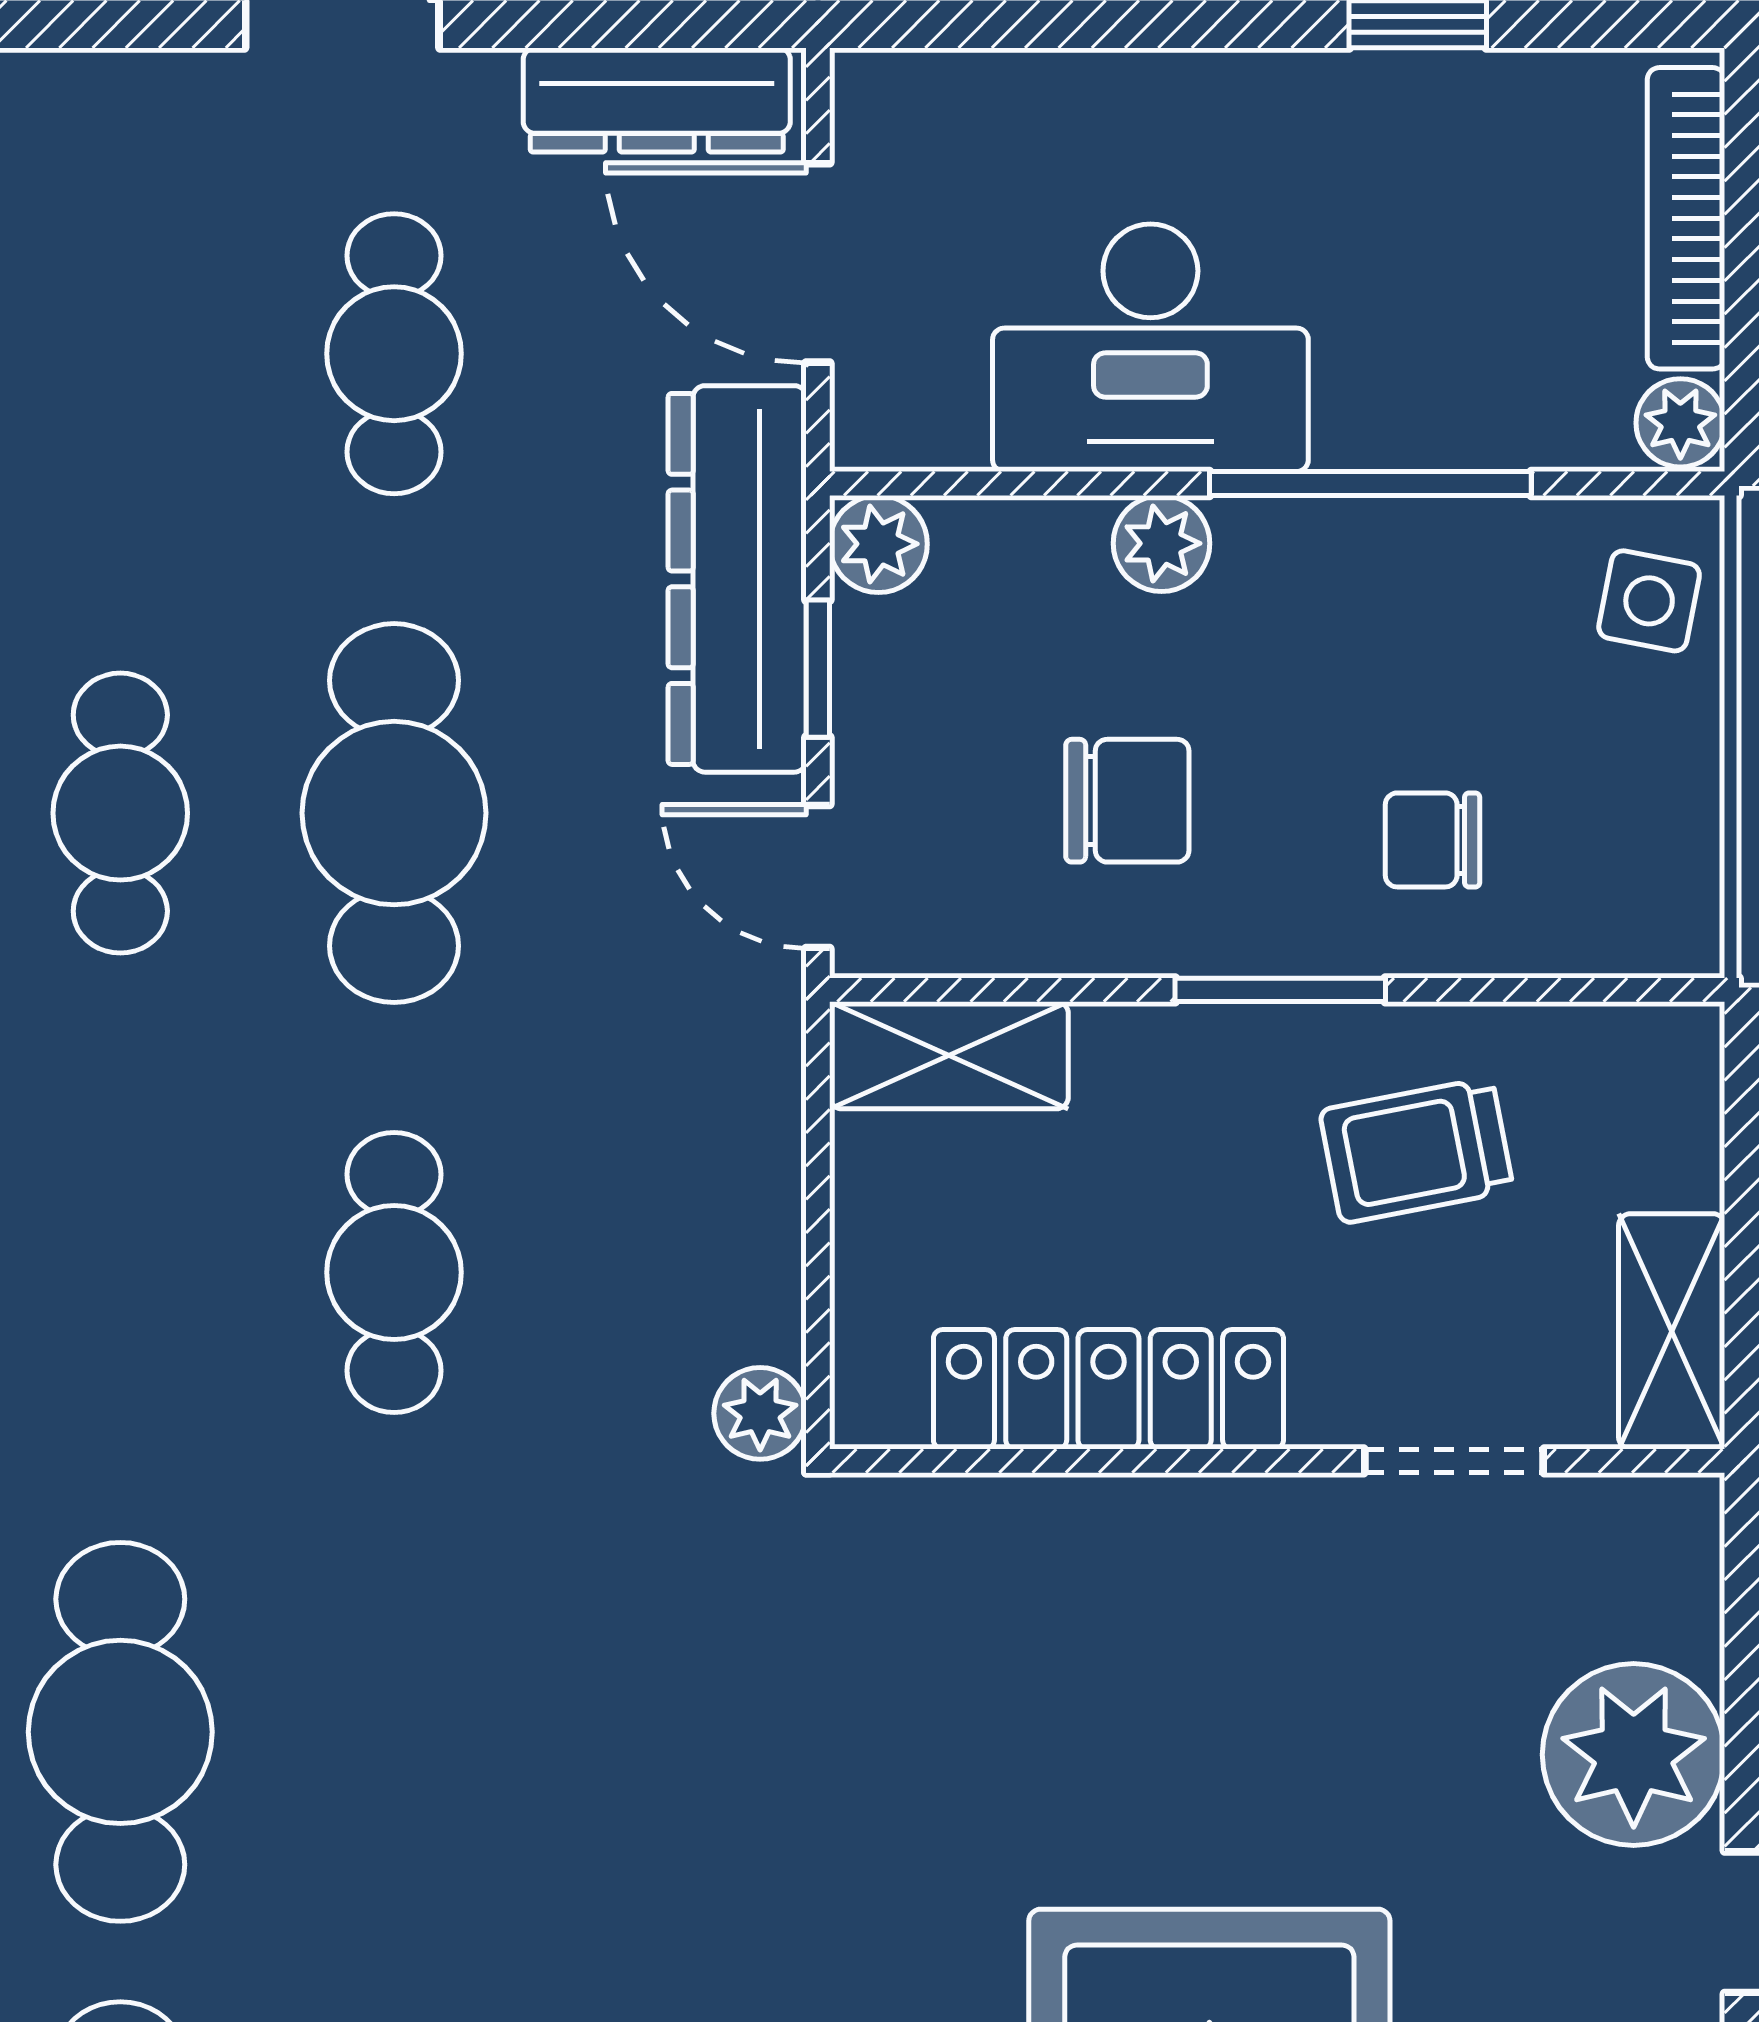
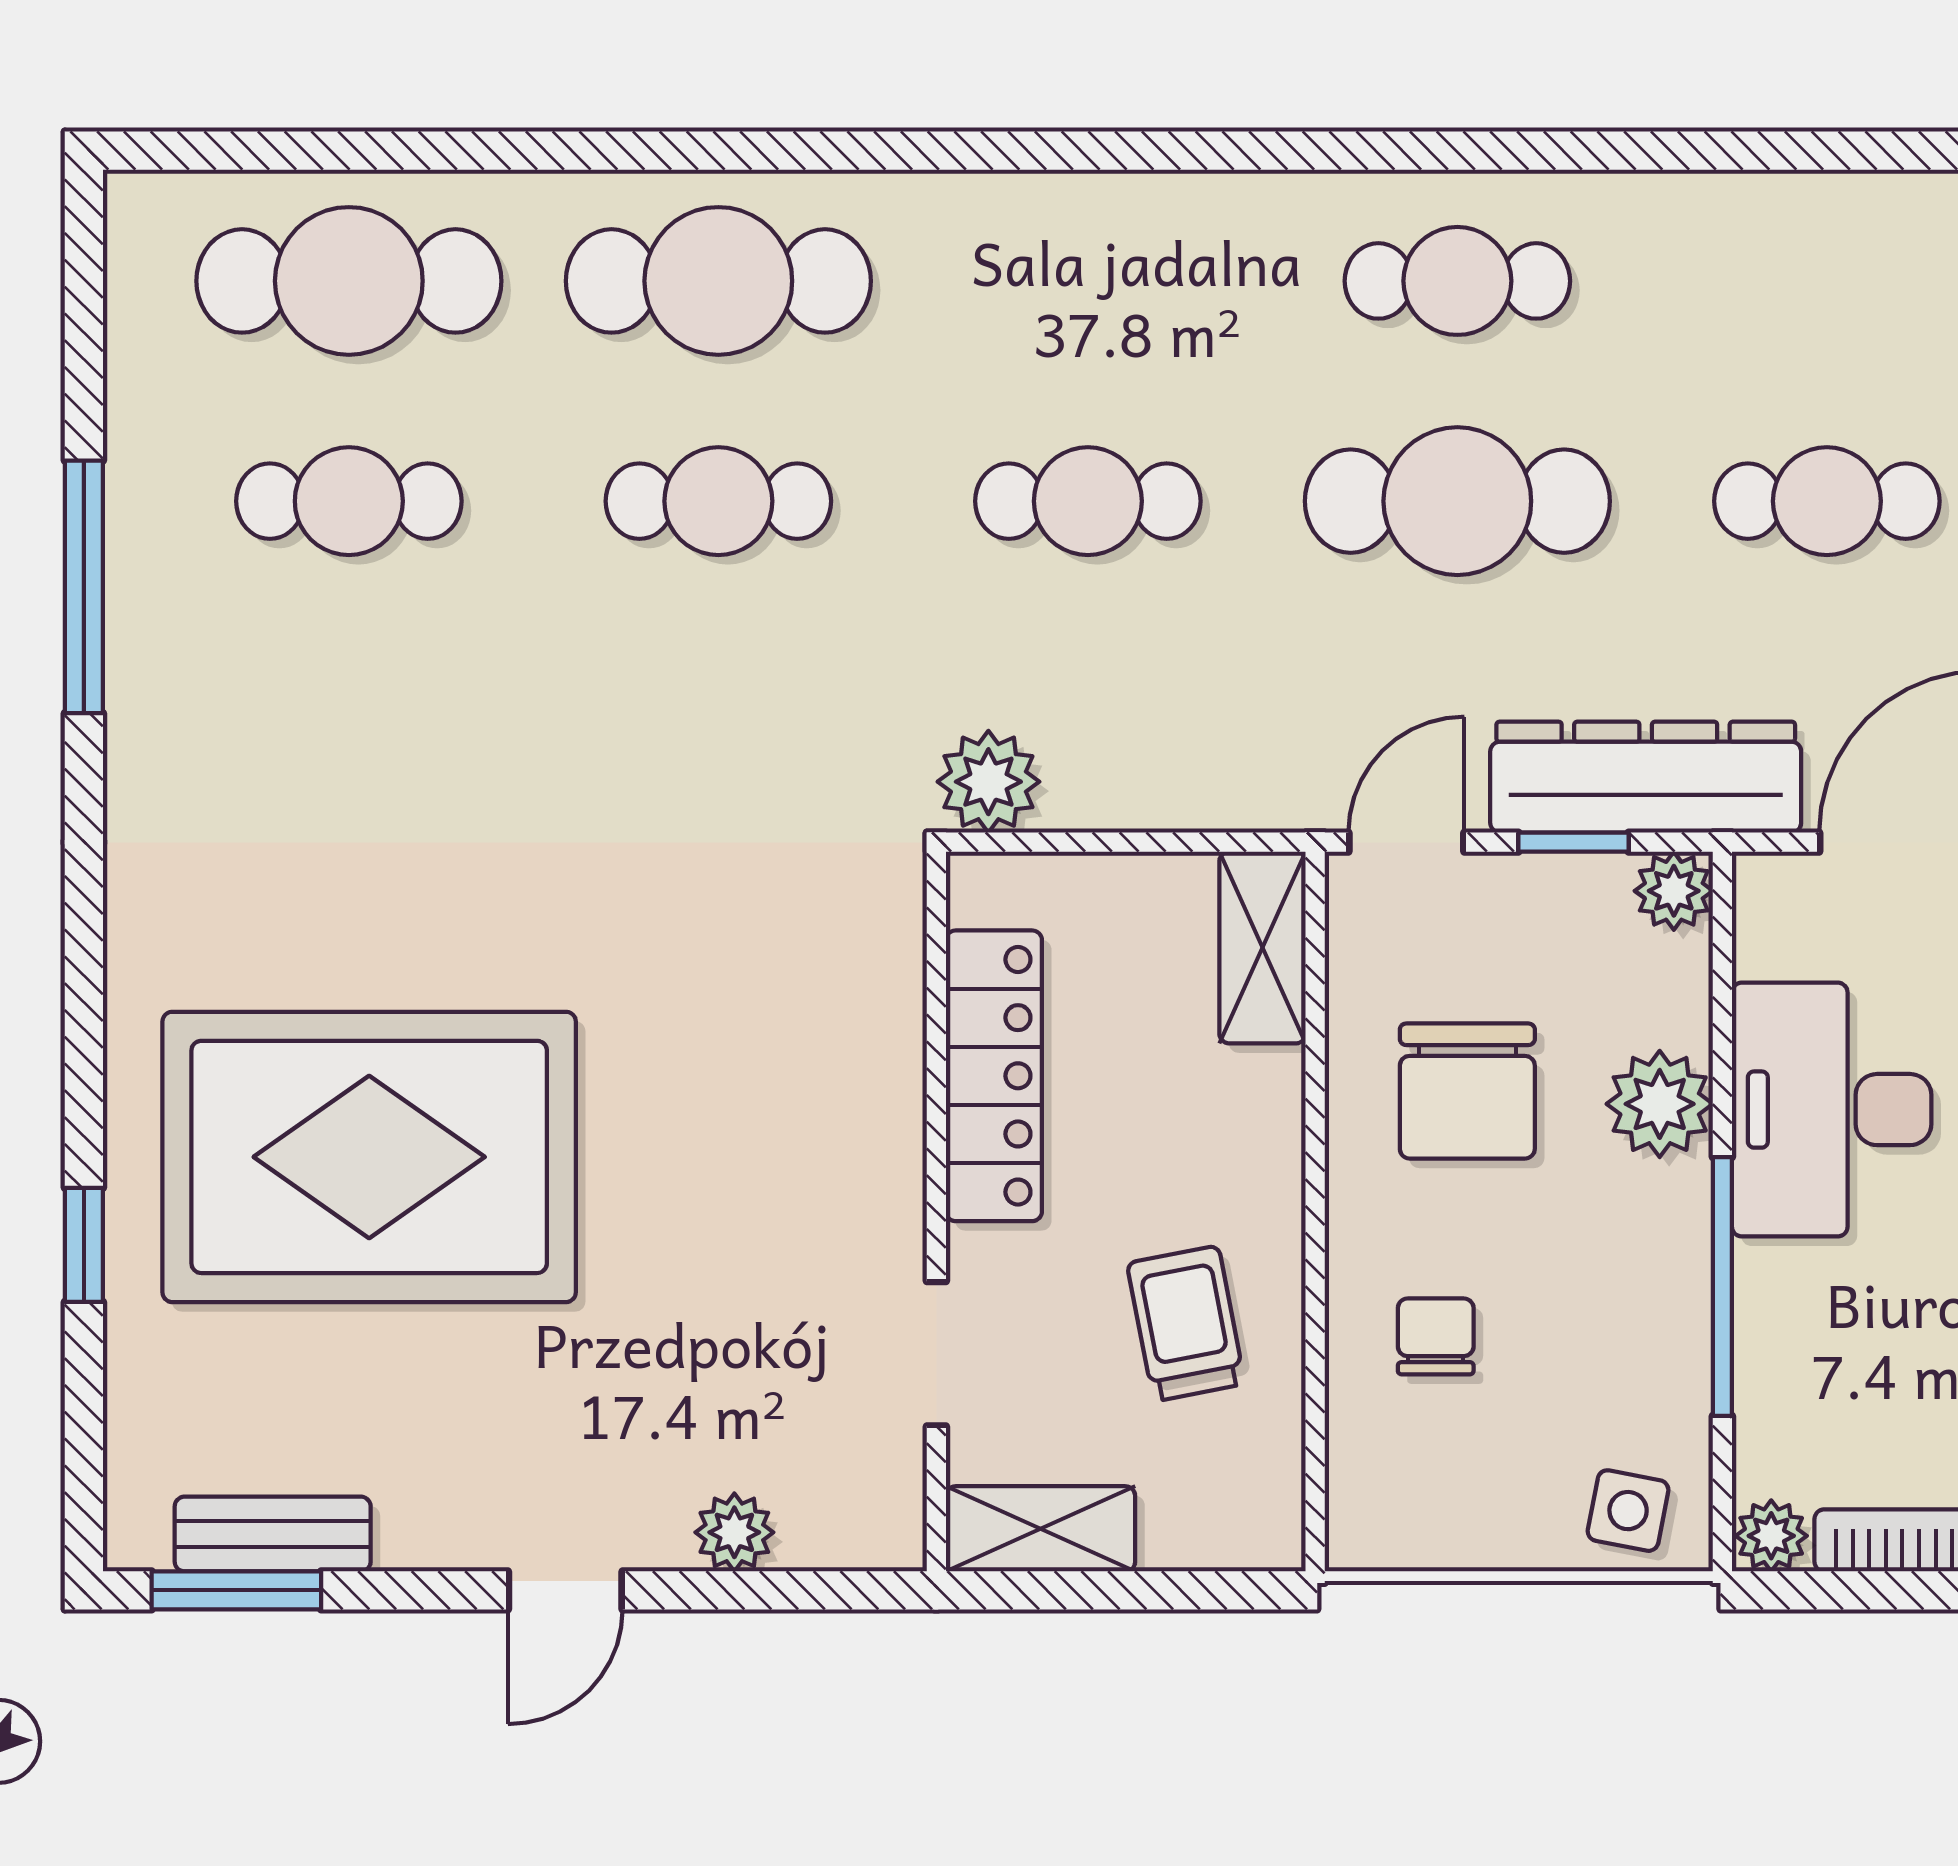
plant: (1162, 543) -> (1660, 1104), width x1.38, depth x1.38
chair: (1127, 801) -> (1467, 1091), width x1.37, depth x1.37
window: (1280, 990) -> (1315, 1214), removed
plant: (760, 1413) -> (988, 782), width x1.38, depth x1.38
cafe table: (394, 1732) -> (718, 501), added
plant: (1634, 1755) -> (734, 1532), width x0.53, depth x0.53

